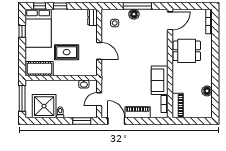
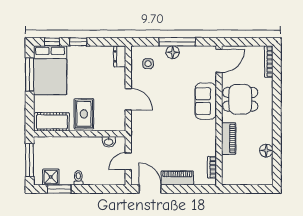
window: (22, 31) -> (30, 74), width x2.17
rug: (67, 52) -> (84, 114), moved, turned 90
sofa: (160, 80) -> (206, 101), moved
shower: (44, 106) -> (51, 177), width x0.54, depth x0.54
piano: (178, 106) -> (229, 139), moved
window: (82, 121) -> (59, 189), moved

